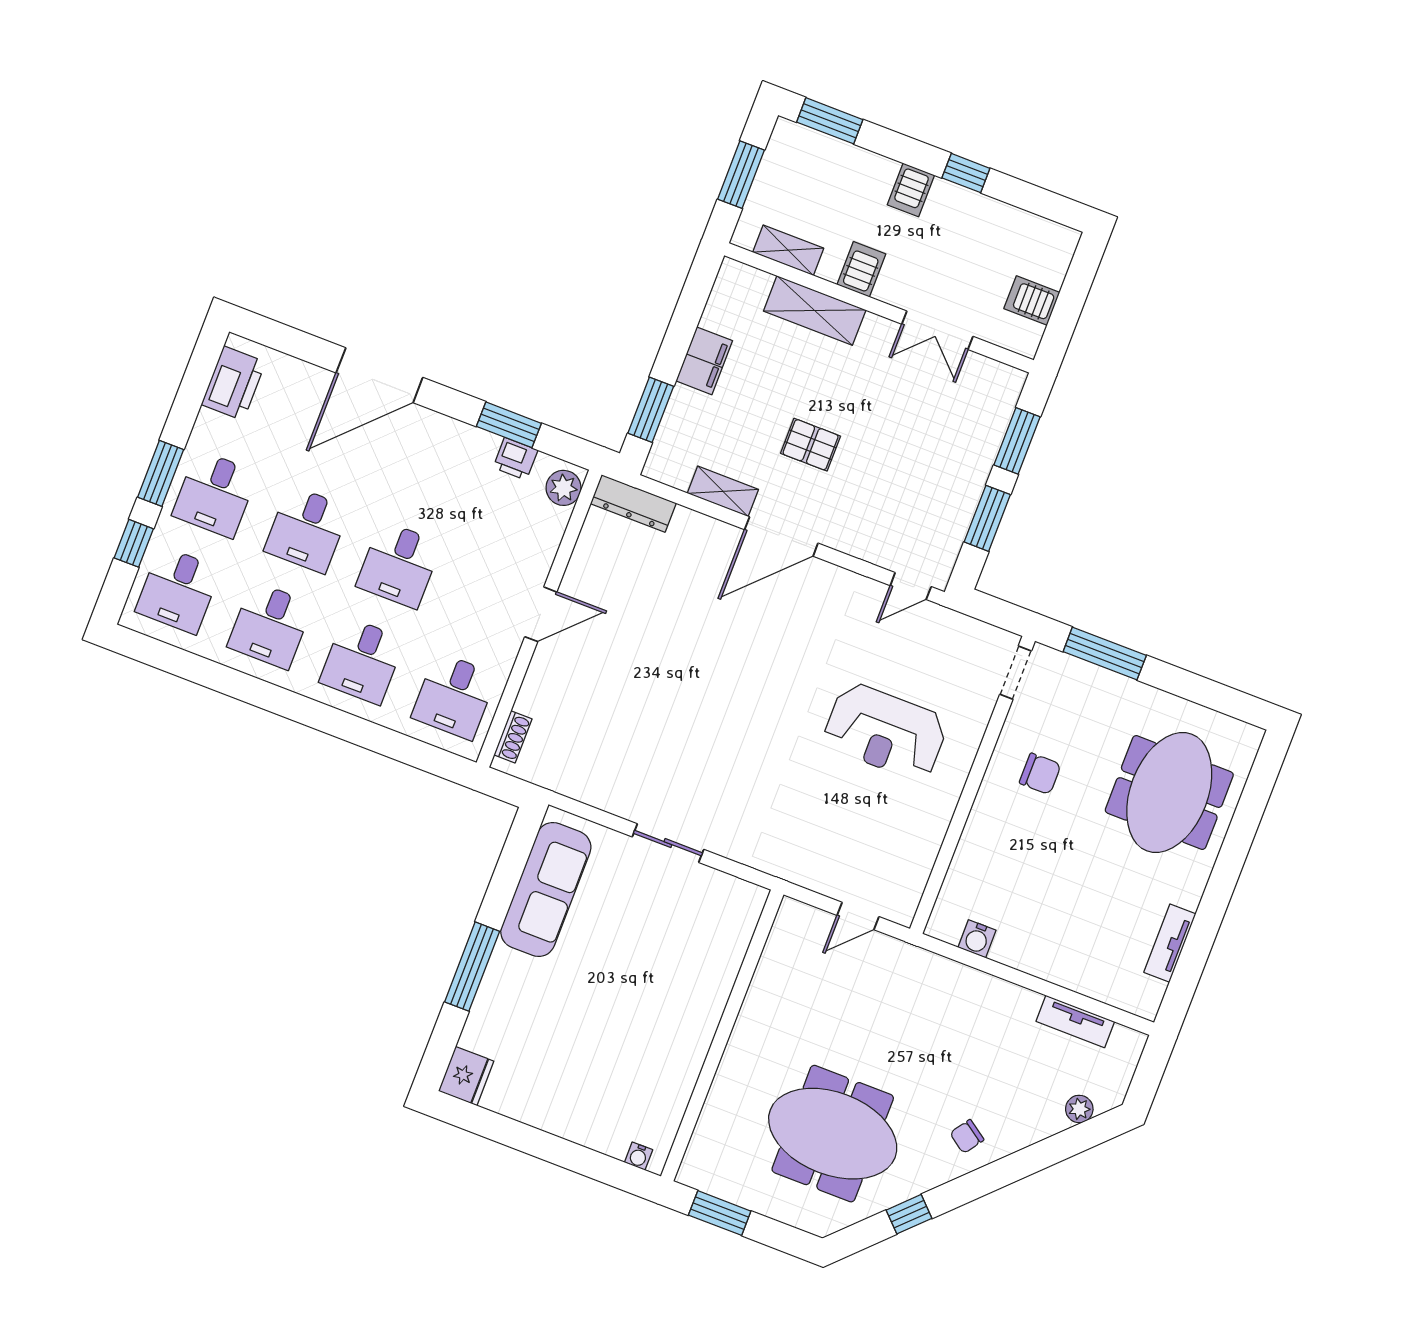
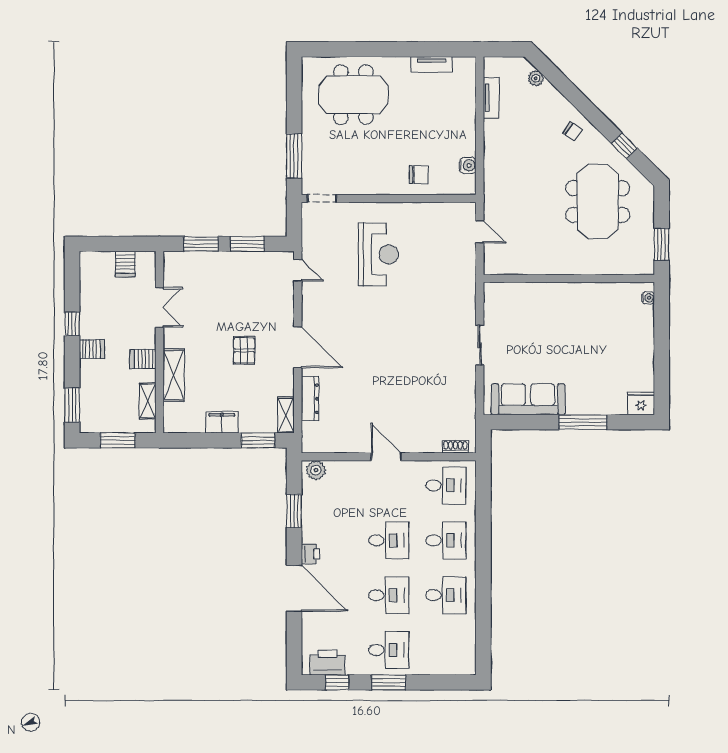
printer: (515, 459) -> (310, 554), moved
shelving: (723, 491) -> (286, 415), moved
dresser: (633, 503) -> (310, 399), moved
window: (134, 543) -> (337, 682), moved
desk: (178, 590) -> (446, 650), removed
chair: (1040, 774) -> (419, 175), moved, turned 90

